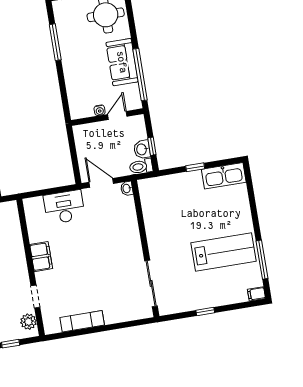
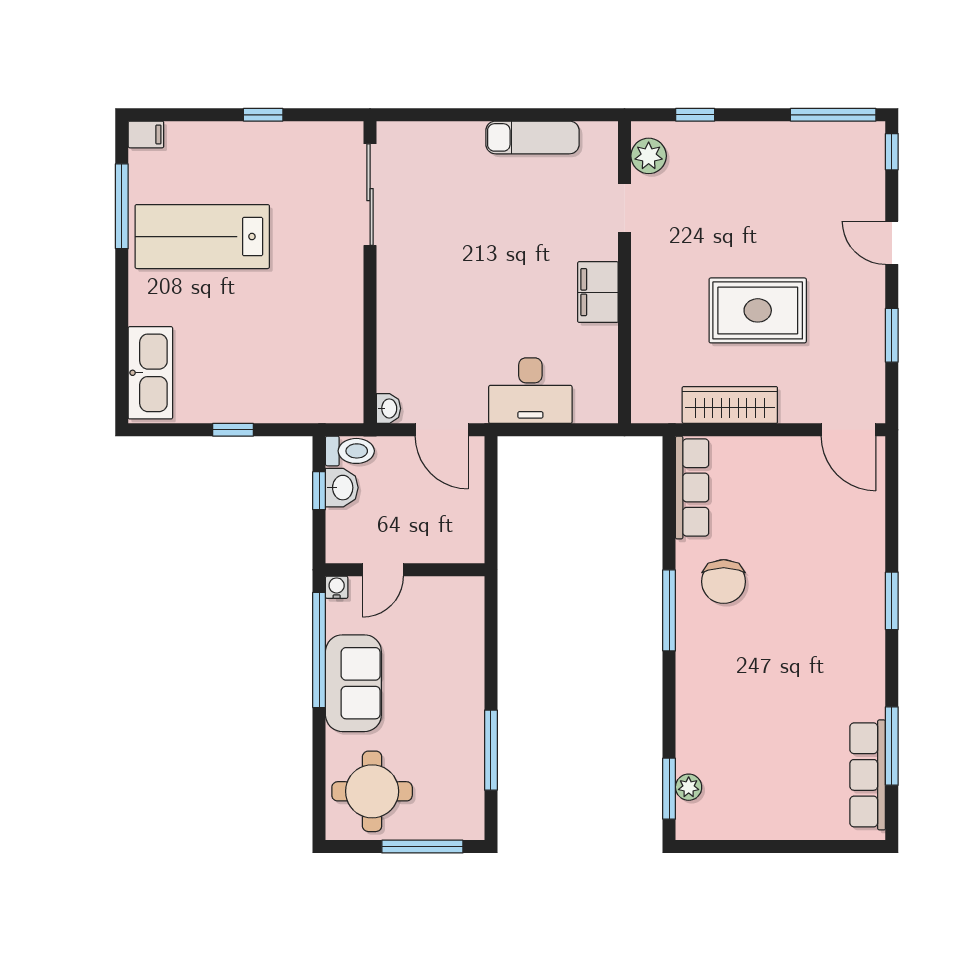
water cooler: (100, 110) -> (337, 587), moved
kitchen sink: (224, 176) -> (150, 373), moved, turned 90

